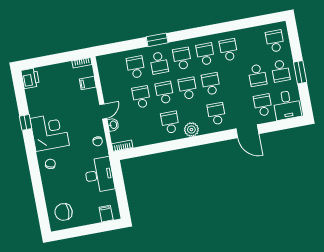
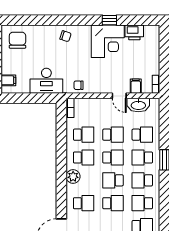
school desk: (205, 54) -> (142, 203), turned 180
school desk: (182, 58) -> (142, 180), turned 180
printer: (30, 78) -> (134, 32), moved
school desk: (188, 88) -> (113, 180), turned 180
door: (103, 111) -> (119, 96), moved
washbasin: (113, 125) -> (138, 105), moved, width x1.91, depth x1.45
school desk: (147, 127) -> (84, 135), added
corner desk: (50, 132) -> (108, 41), moved

